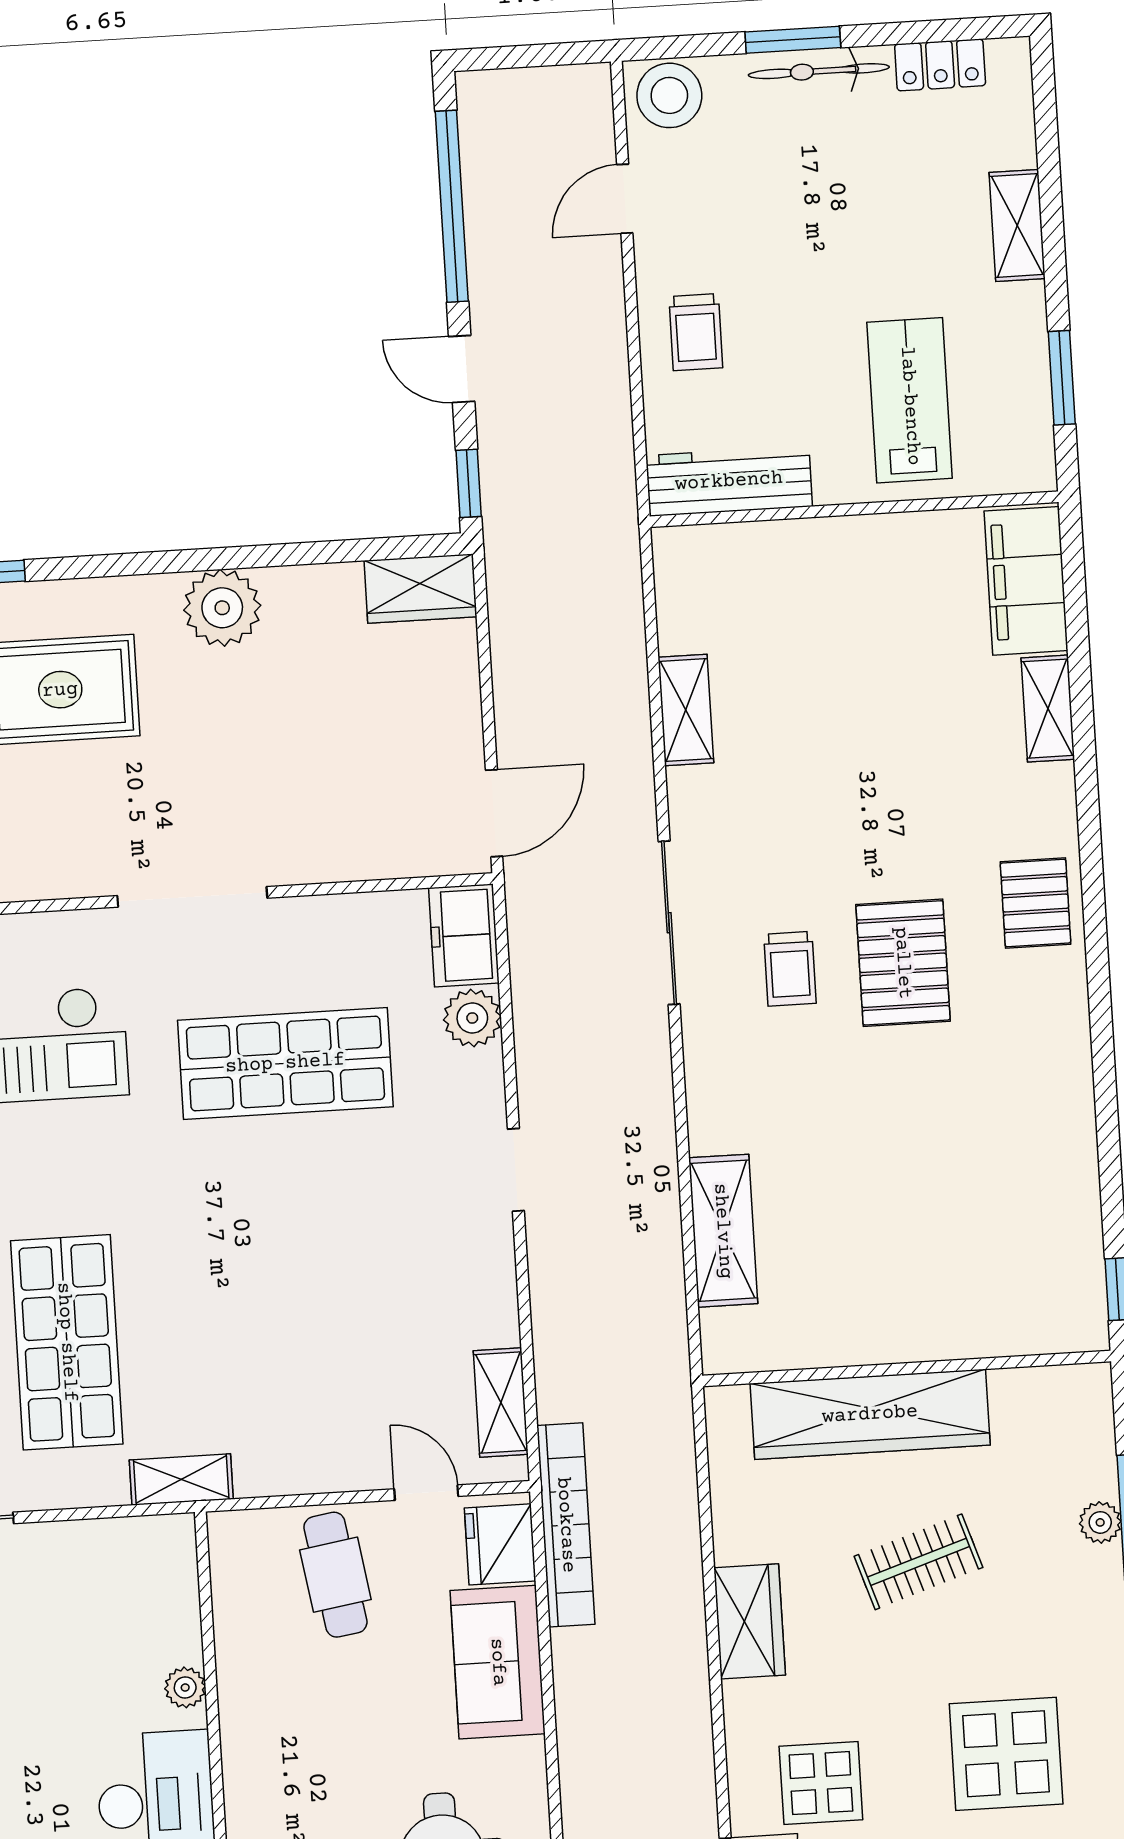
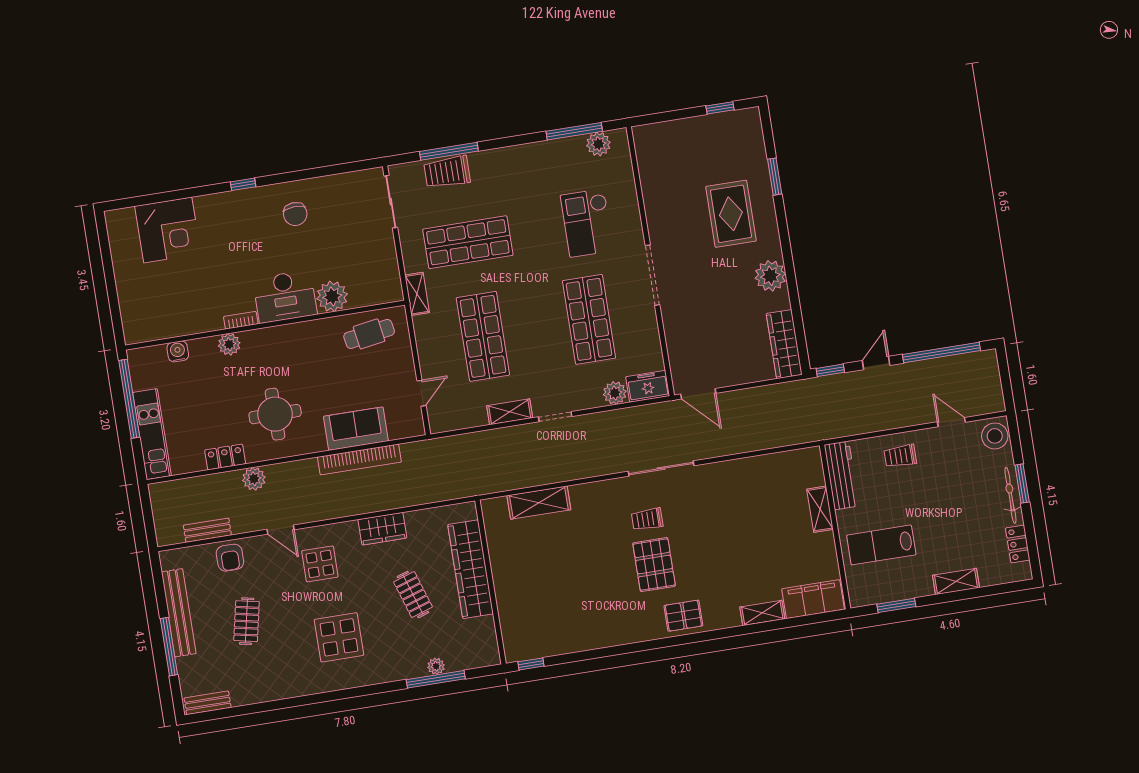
lab bench: (910, 400) -> (881, 545), turned 180
wardrobe: (420, 589) -> (784, 344), width x1.50
shelving: (686, 710) -> (820, 509), moved, turned 90
pallet: (903, 963) -> (654, 565), turned 90
shop shelf: (302, 1328) -> (483, 336), added
shelving: (501, 1402) -> (510, 412), moved
bookcase: (566, 1525) -> (359, 460), moved
fridge: (500, 1544) -> (403, 425), removed
cafe table: (335, 1575) -> (369, 334), moved
plant: (185, 1687) -> (332, 296), width x1.88, depth x1.88

